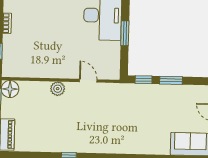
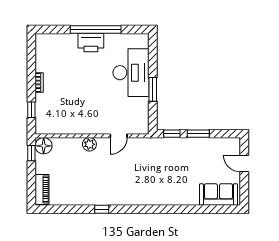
door: (88, 81) -> (119, 136), swing flipped

